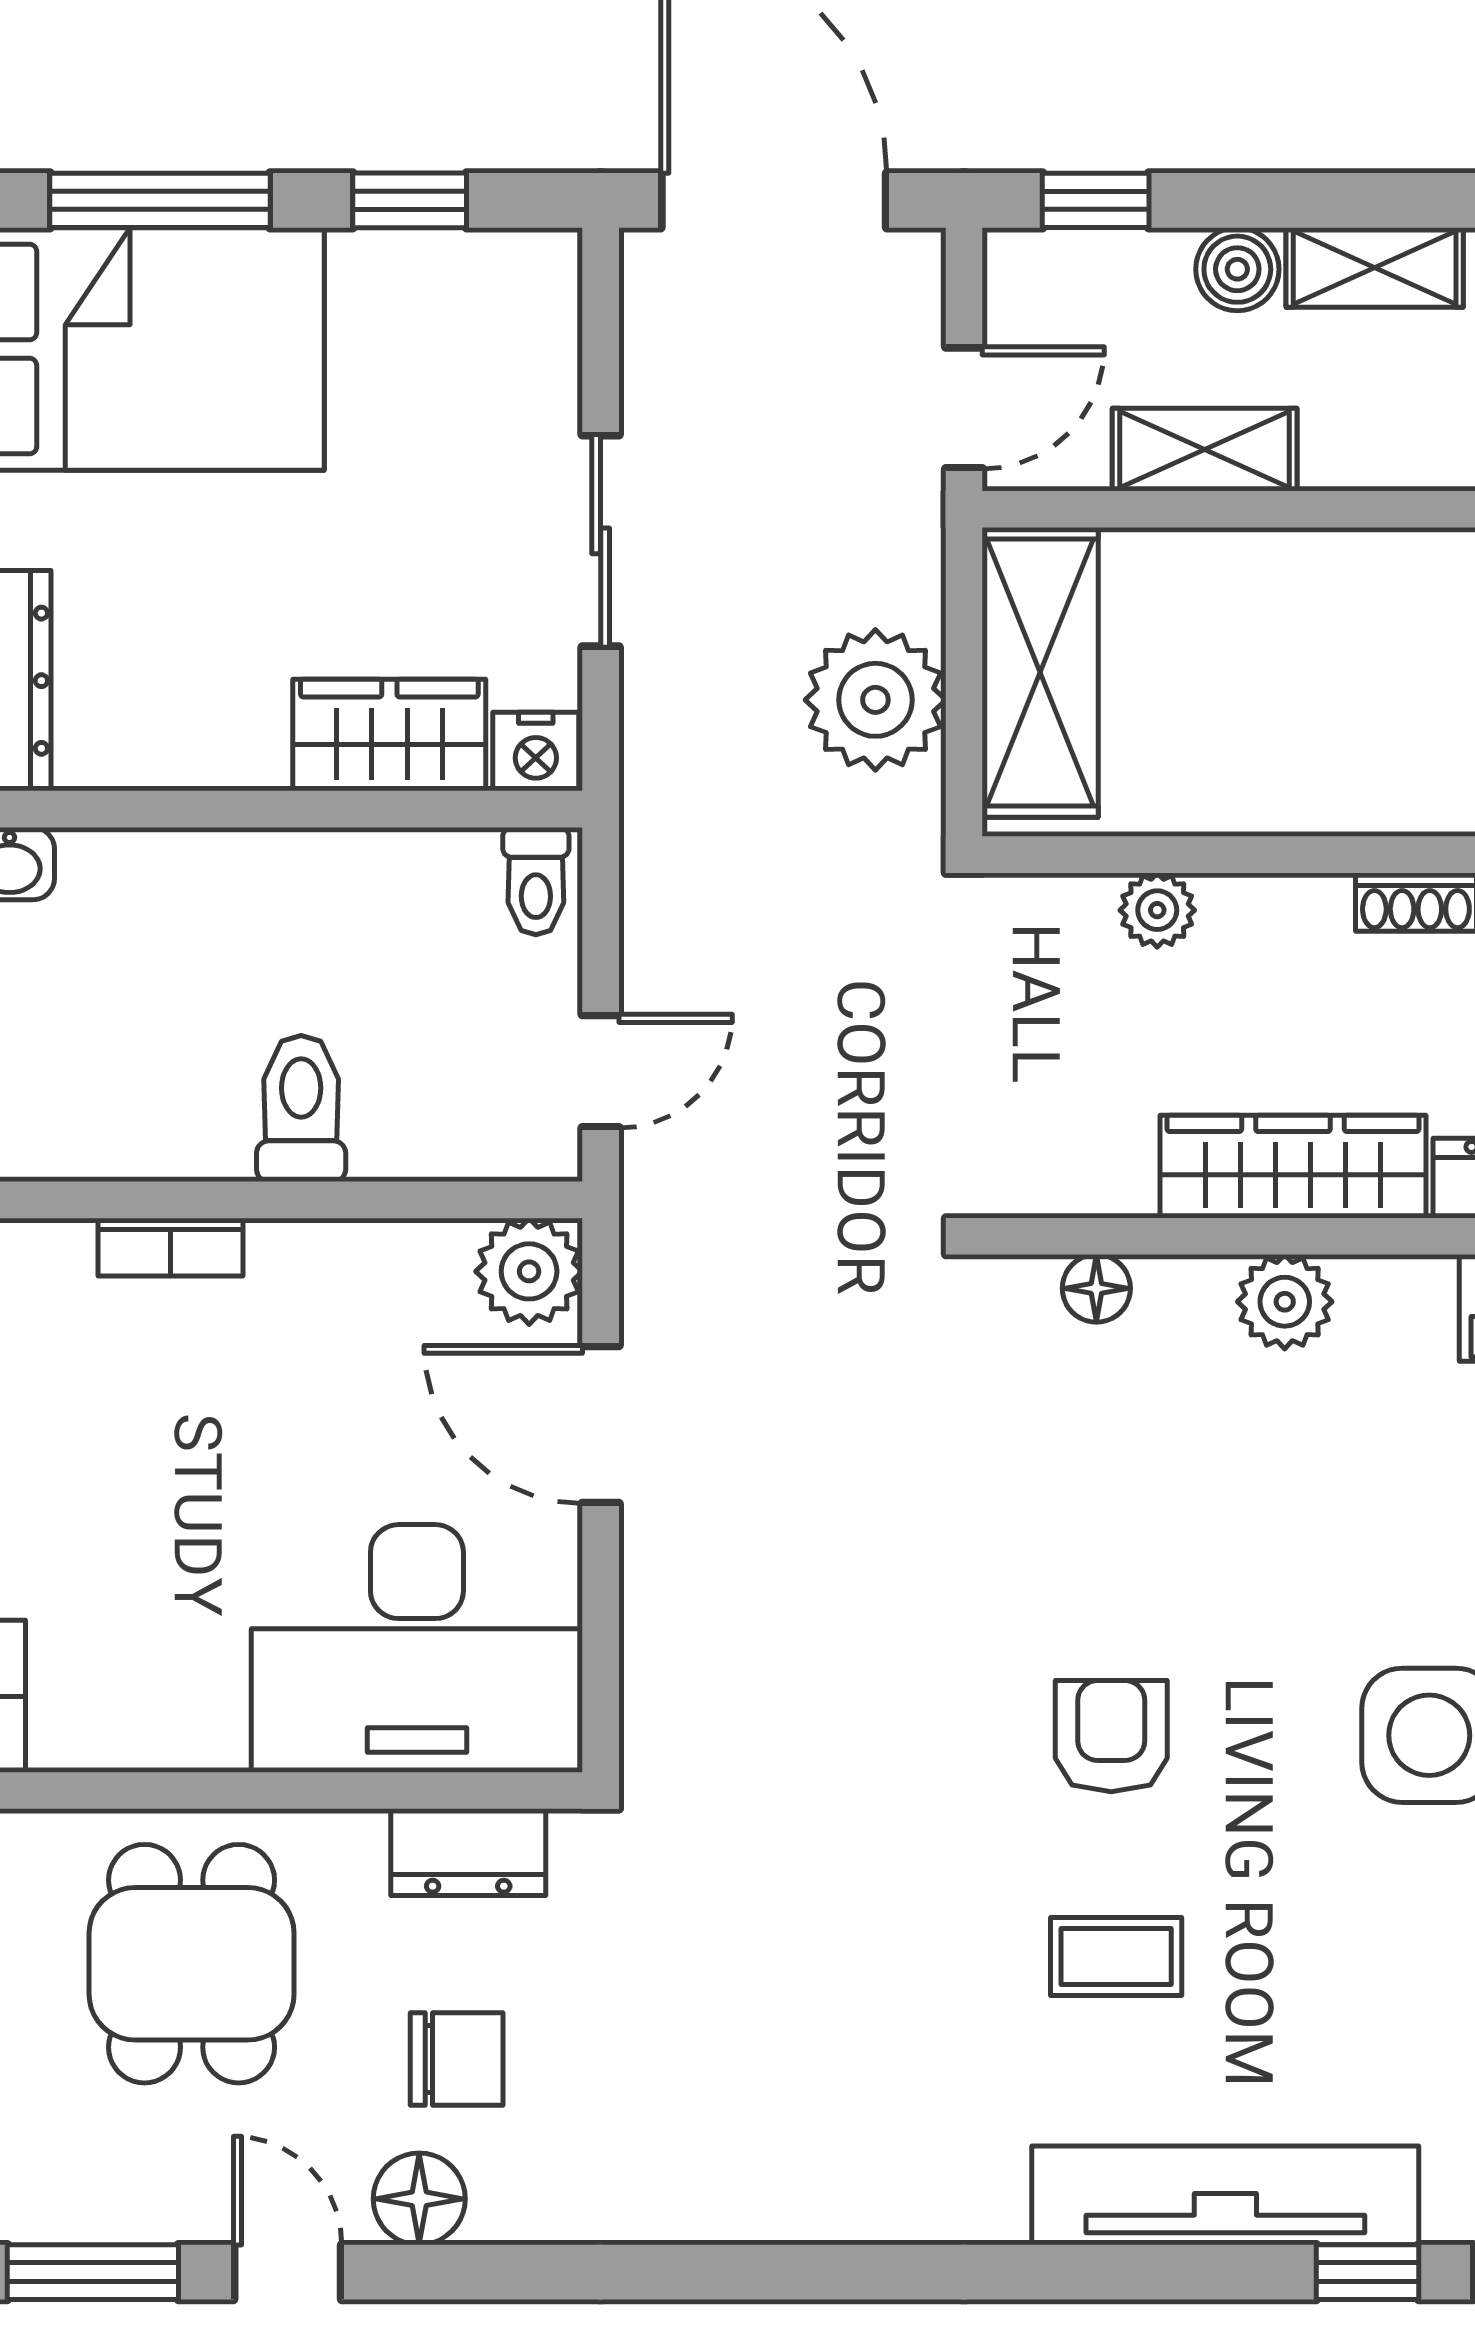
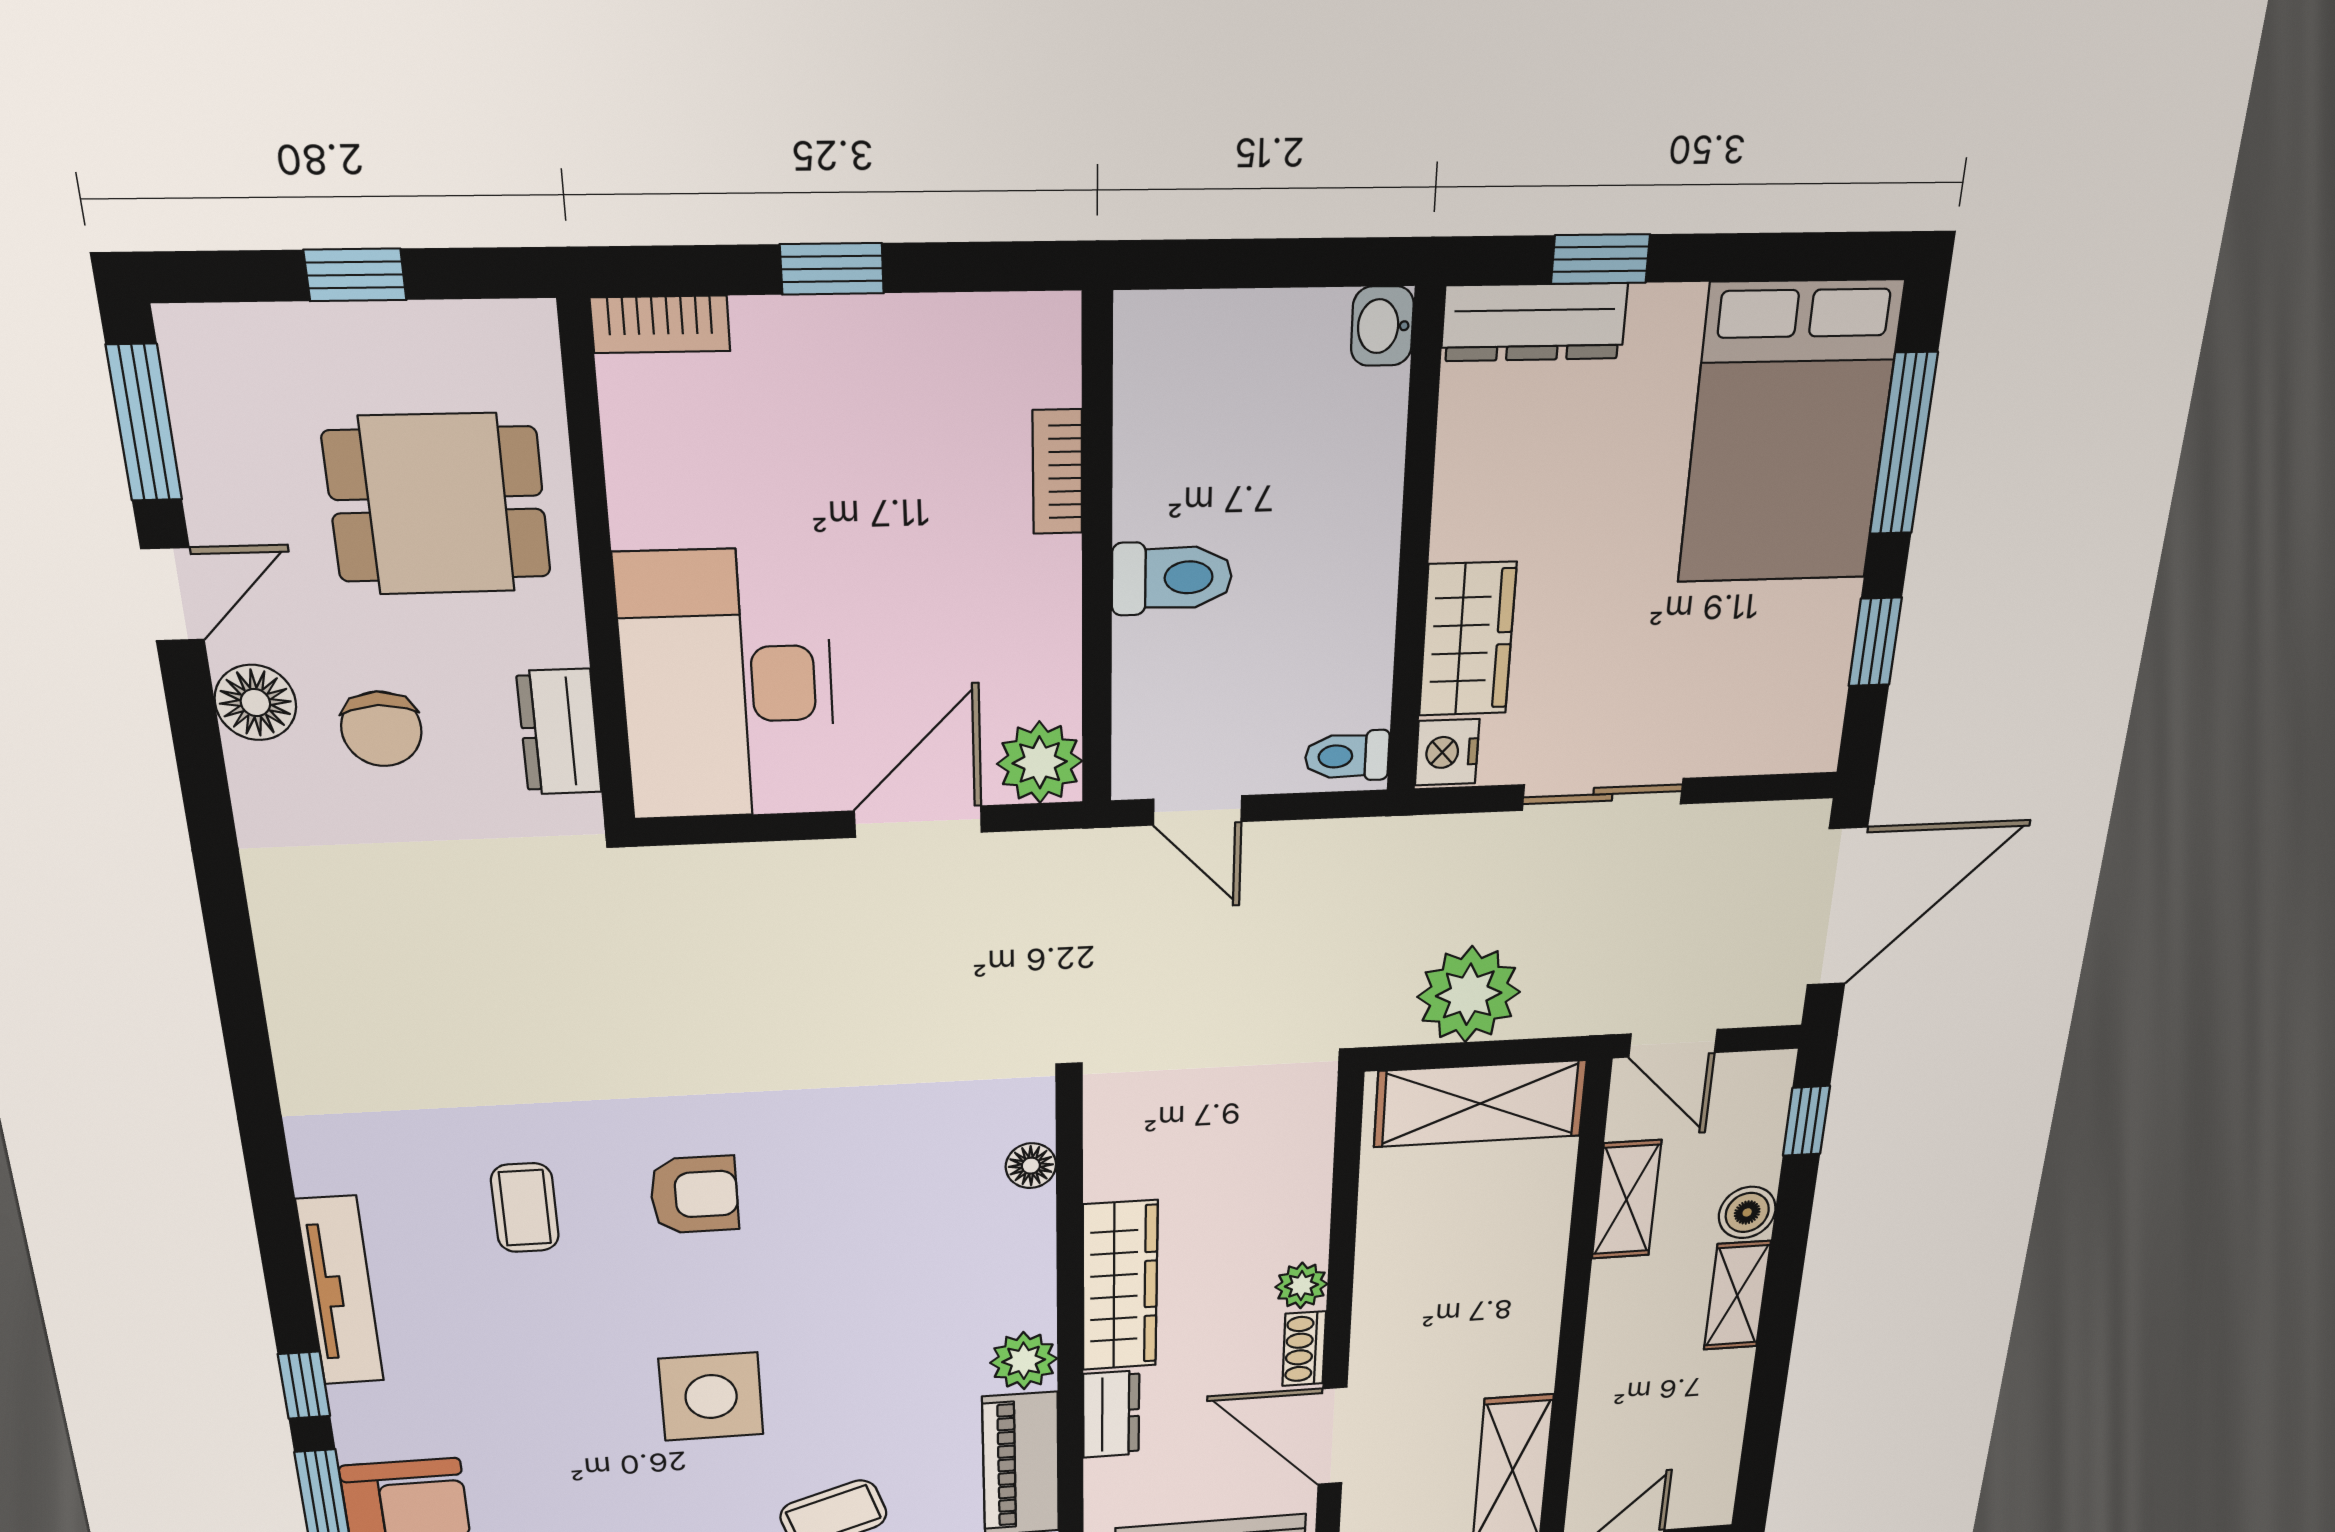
plant: (1157, 910) -> (1301, 1285), moved
plant: (1285, 1302) -> (1024, 1361), moved
tv unit: (1225, 2195) -> (340, 1291), width x0.73, depth x0.78

